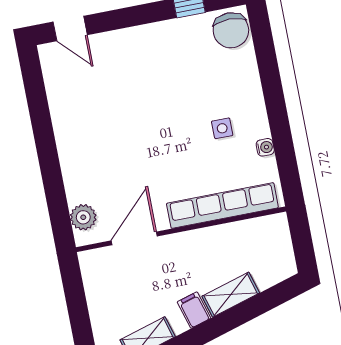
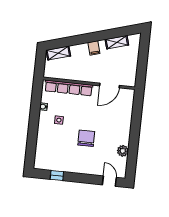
chair: (231, 30) -> (86, 138), moved
plant: (83, 217) -> (123, 151), moved
shelving: (231, 295) -> (58, 53), moved

